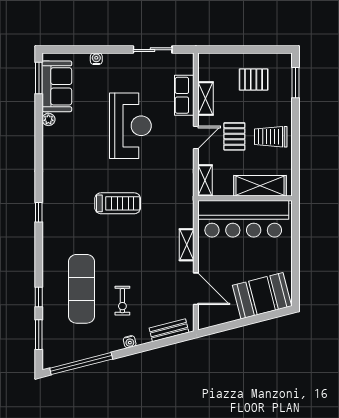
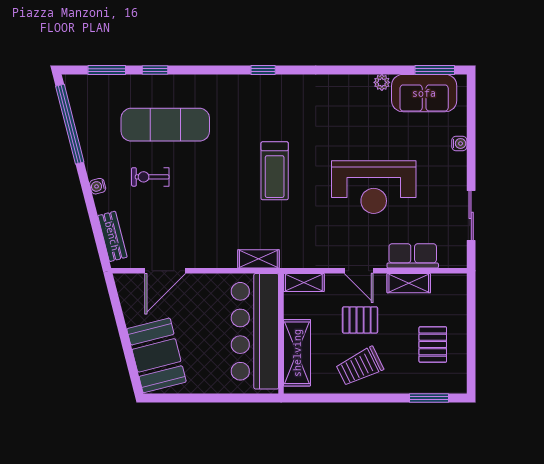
trolley: (271, 137) -> (360, 367), turned -116
shelving: (187, 245) -> (258, 259), moved

